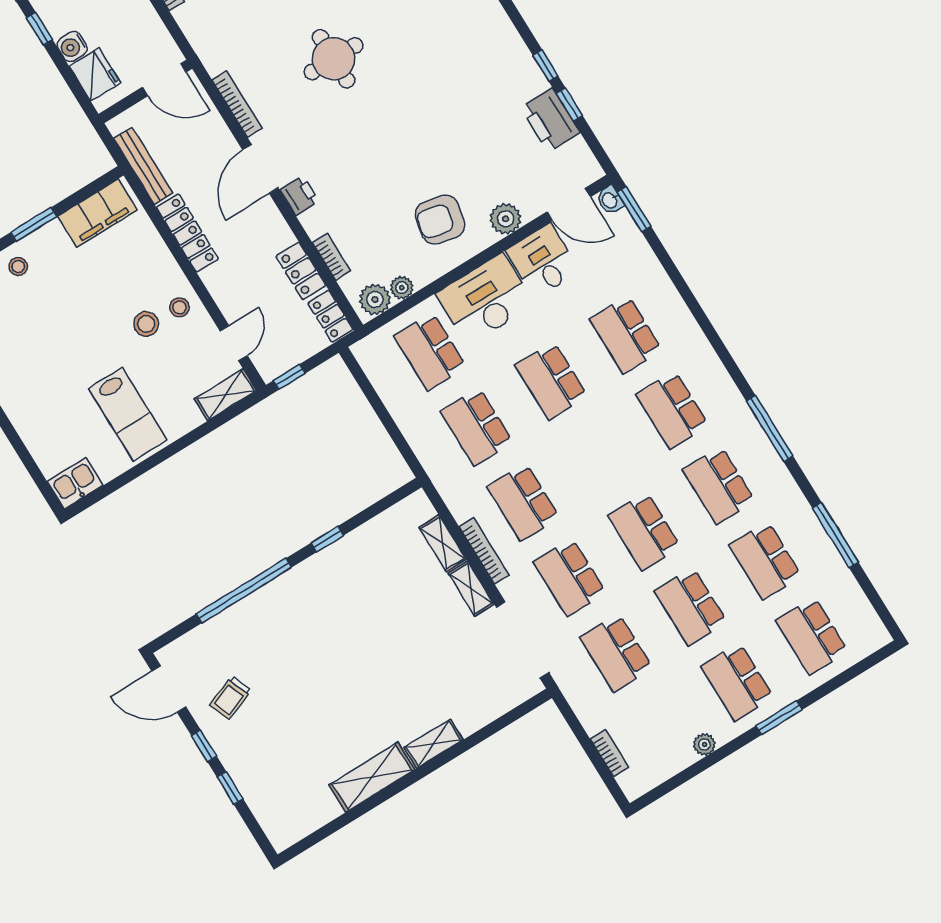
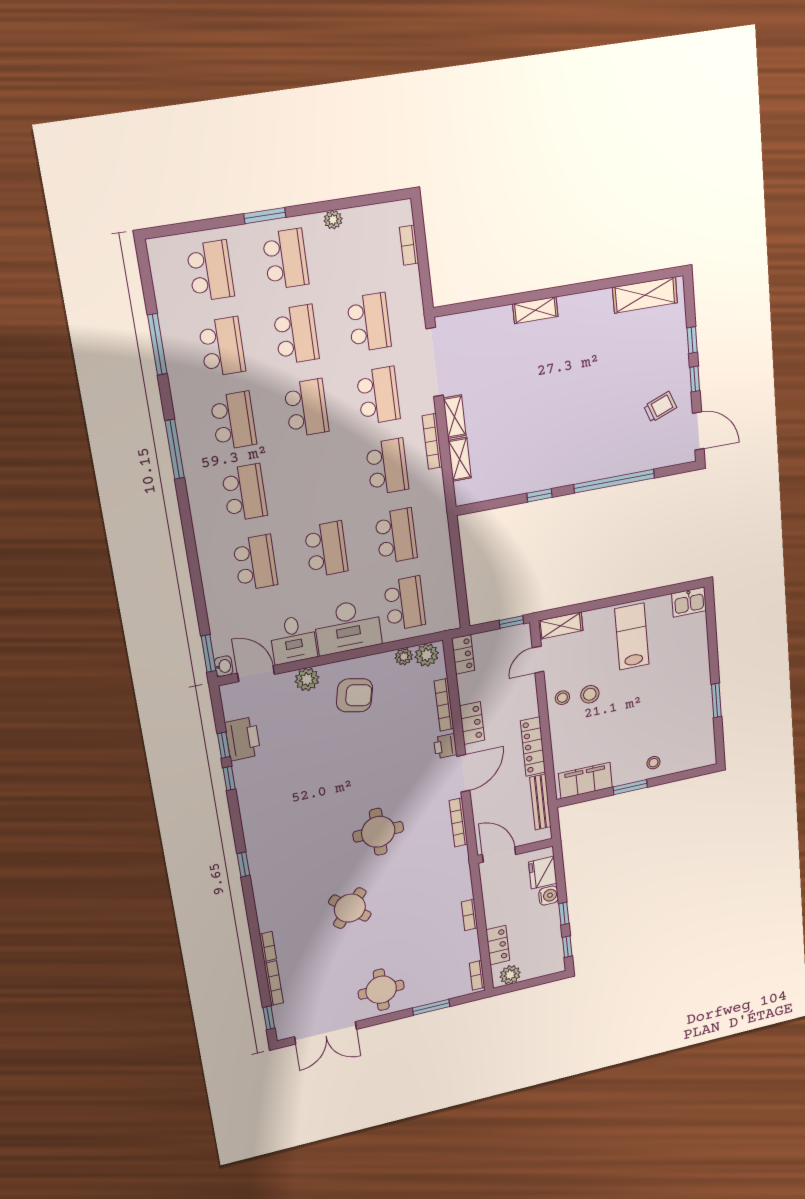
bookcase: (332, 257) -> (444, 705), width x1.56
locker: (301, 271) -> (472, 723), moved
shelving: (372, 777) -> (645, 295), moved

